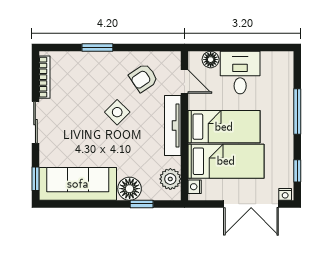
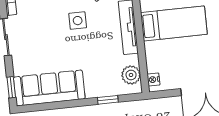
side table: (117, 112) -> (78, 21), turned 45
bed: (226, 161) -> (179, 54), removed
floor lamp: (130, 189) -> (96, 87), removed

